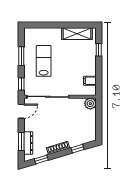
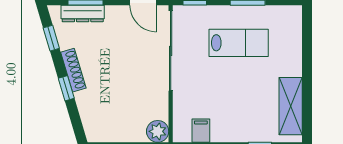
window: (78, 149) -> (66, 88), moved

